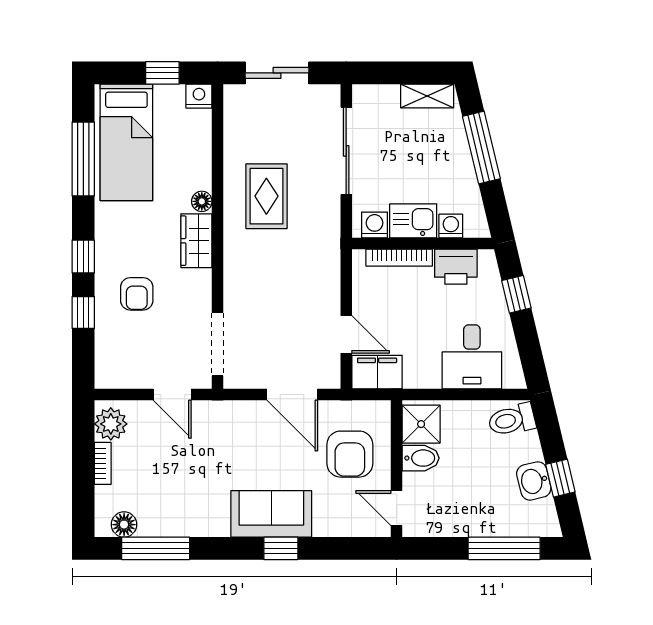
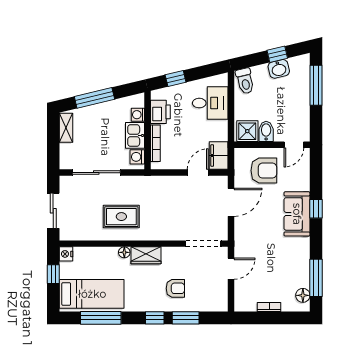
window: (83, 313) -> (186, 318), width x1.50
plant: (111, 424) -> (247, 303), removed

